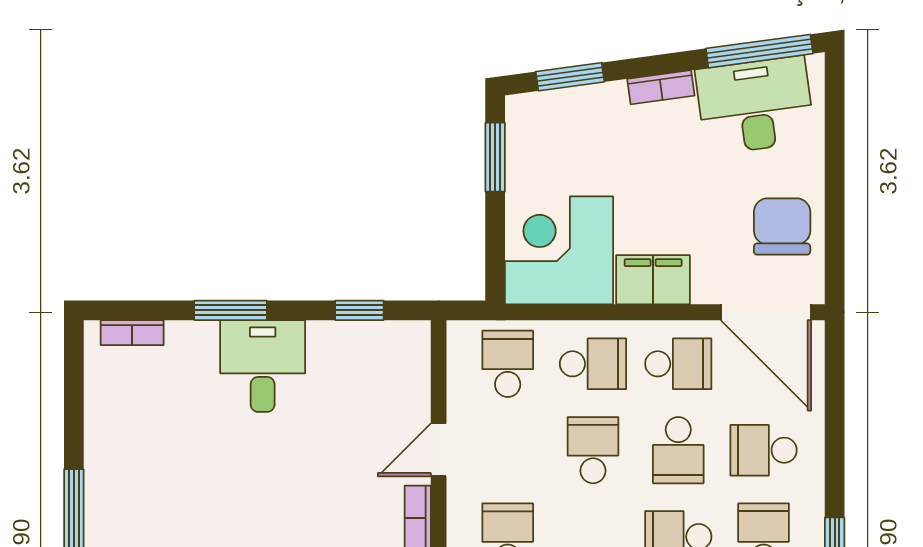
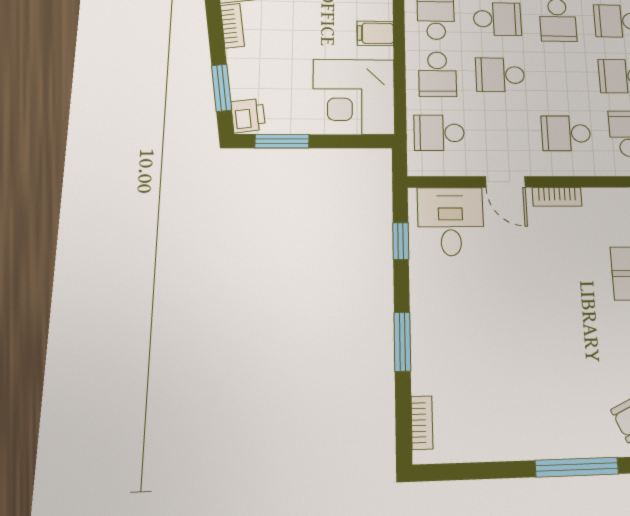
printer: (531, 112) -> (248, 116), added
filing cabinet: (653, 280) -> (375, 33), width x0.50
school desk: (593, 364) -> (437, 74), turned 180
desk: (263, 366) -> (451, 221), moved, turned 90

